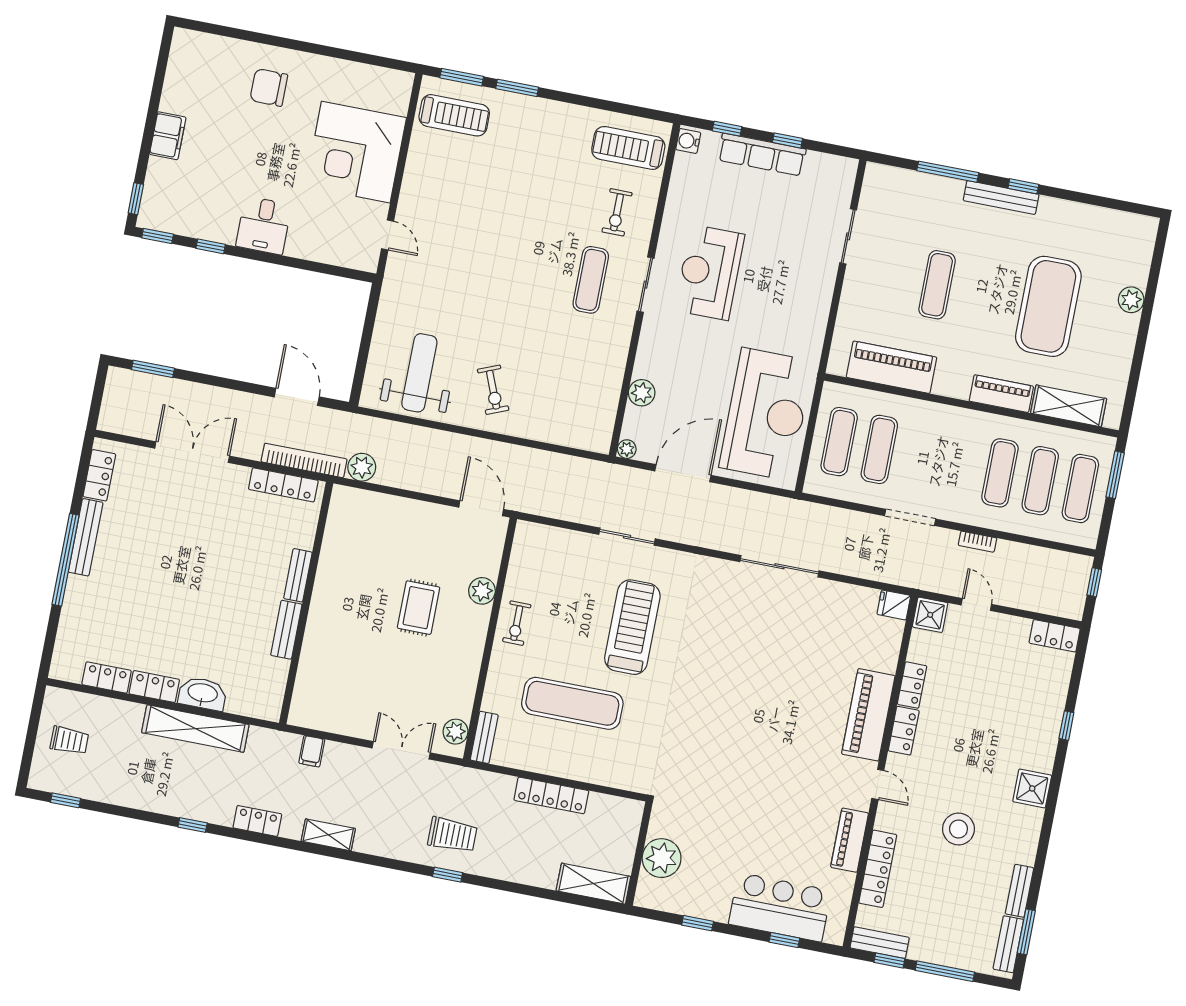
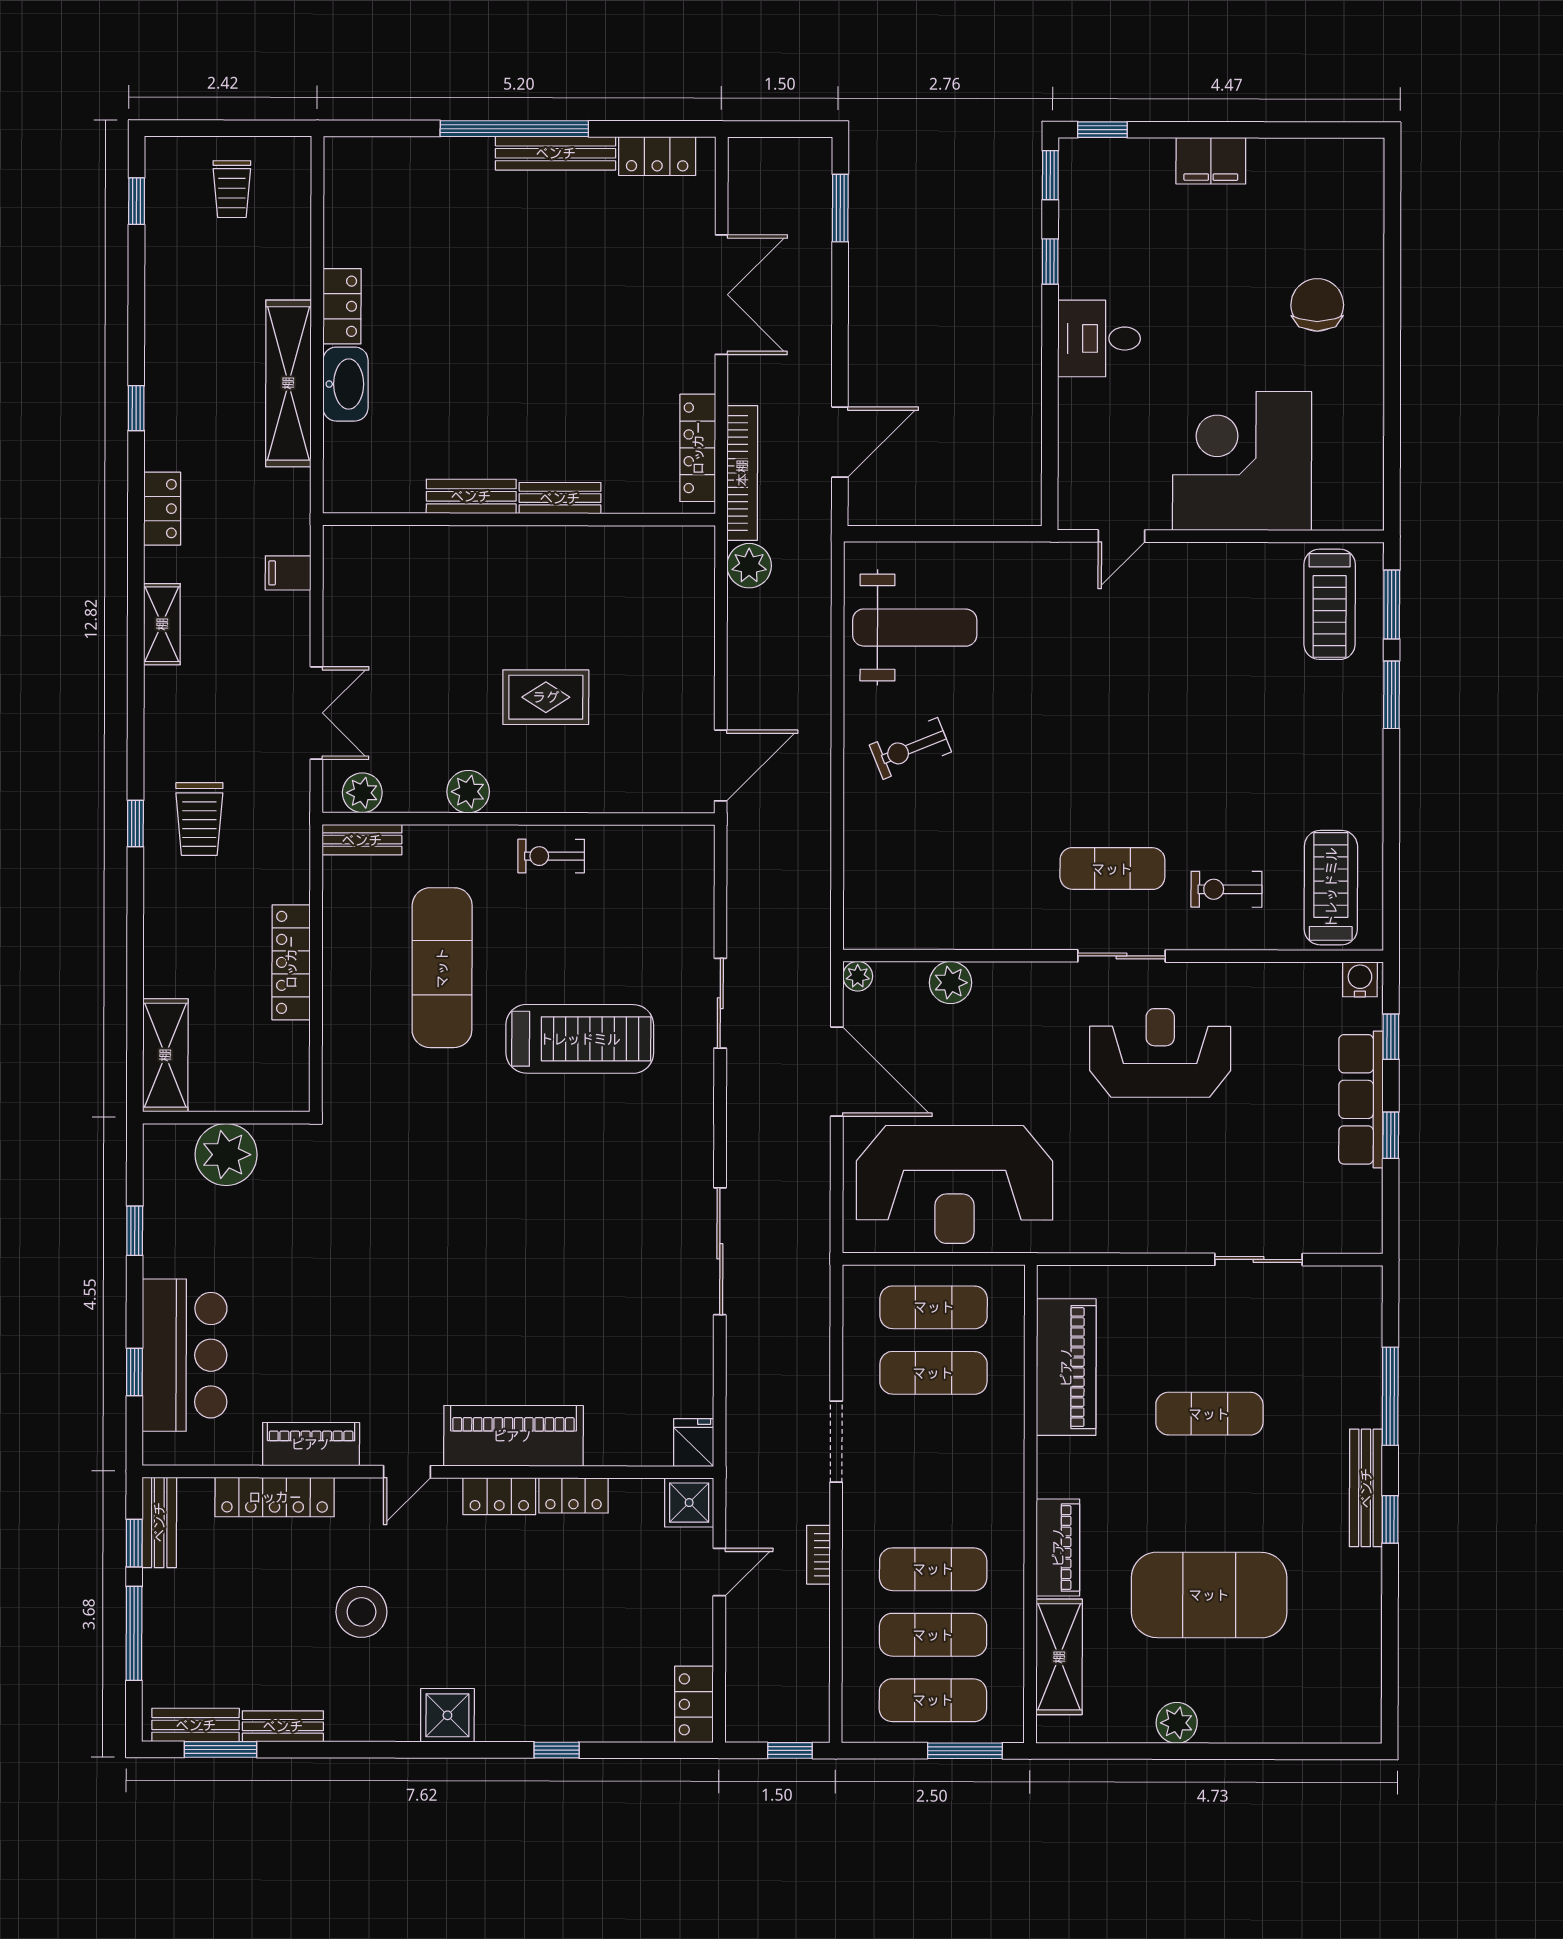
plant: (1131, 300) -> (1177, 1723), moved
plant: (482, 591) -> (468, 792), moved
locker: (107, 678) -> (342, 229), removed

